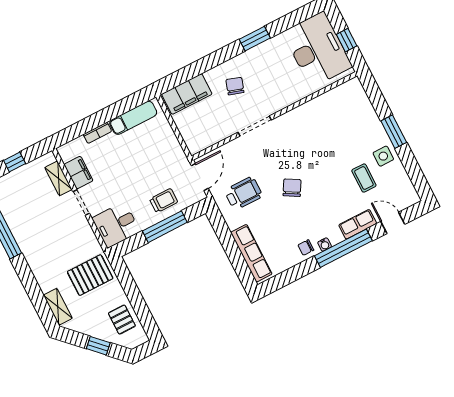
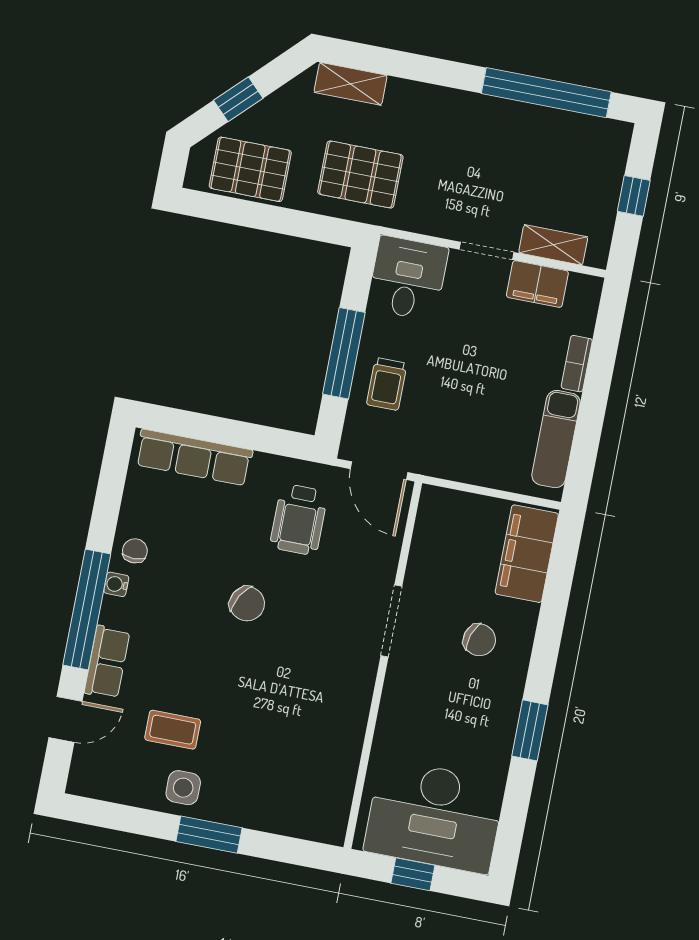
pallet: (90, 275) -> (360, 174), turned 90
pallet: (122, 320) -> (250, 169), width x1.50, depth x1.42

